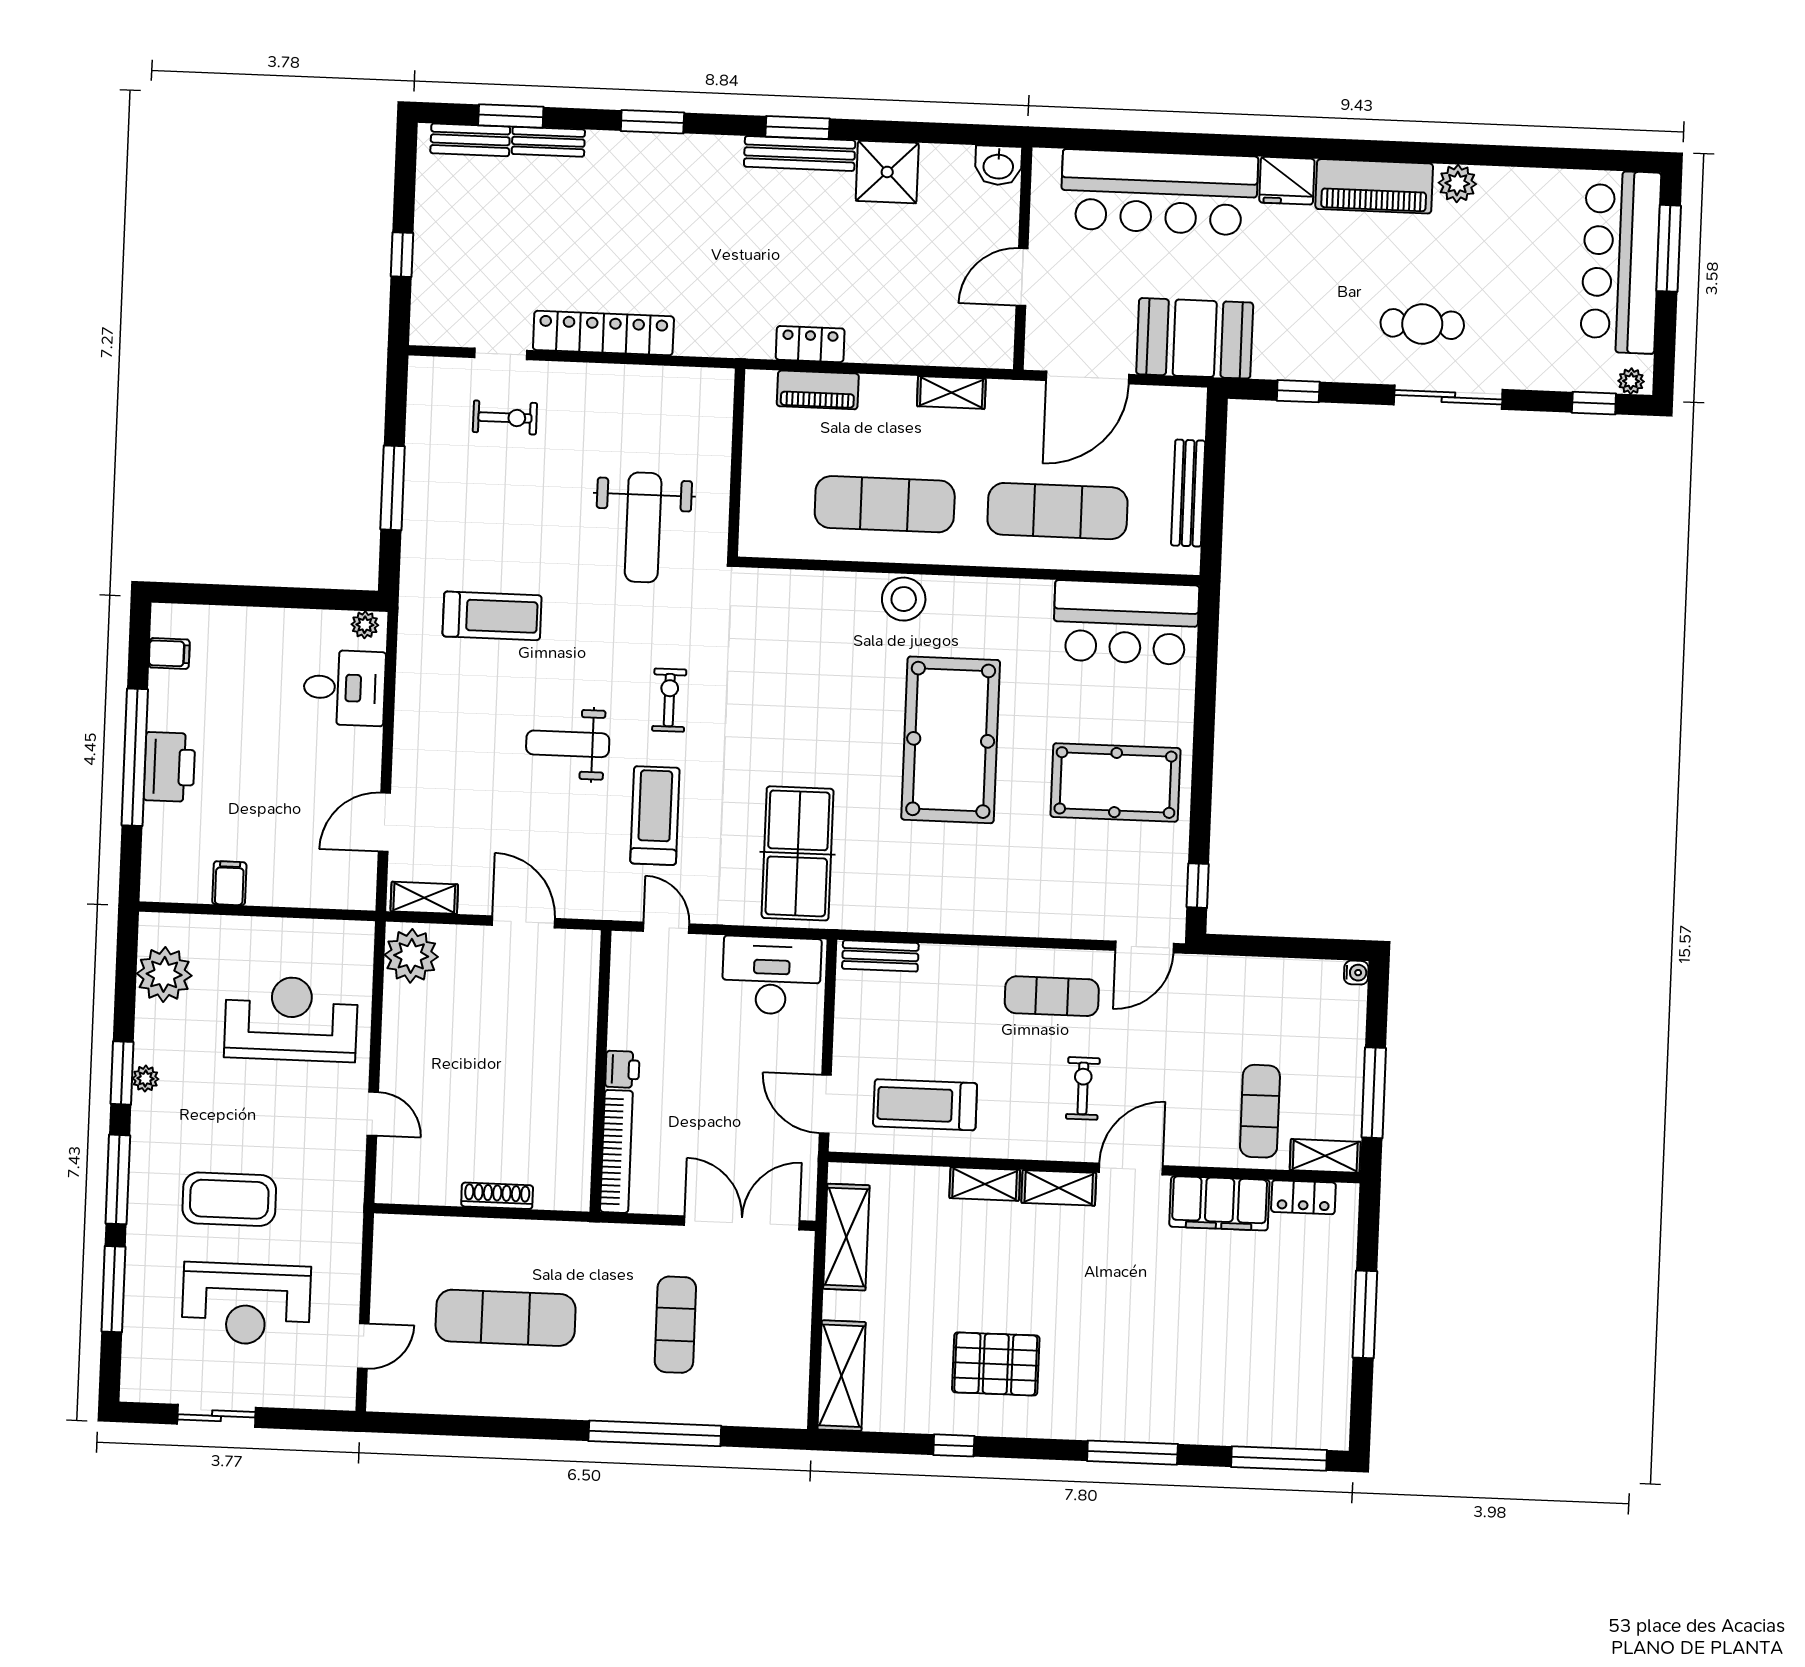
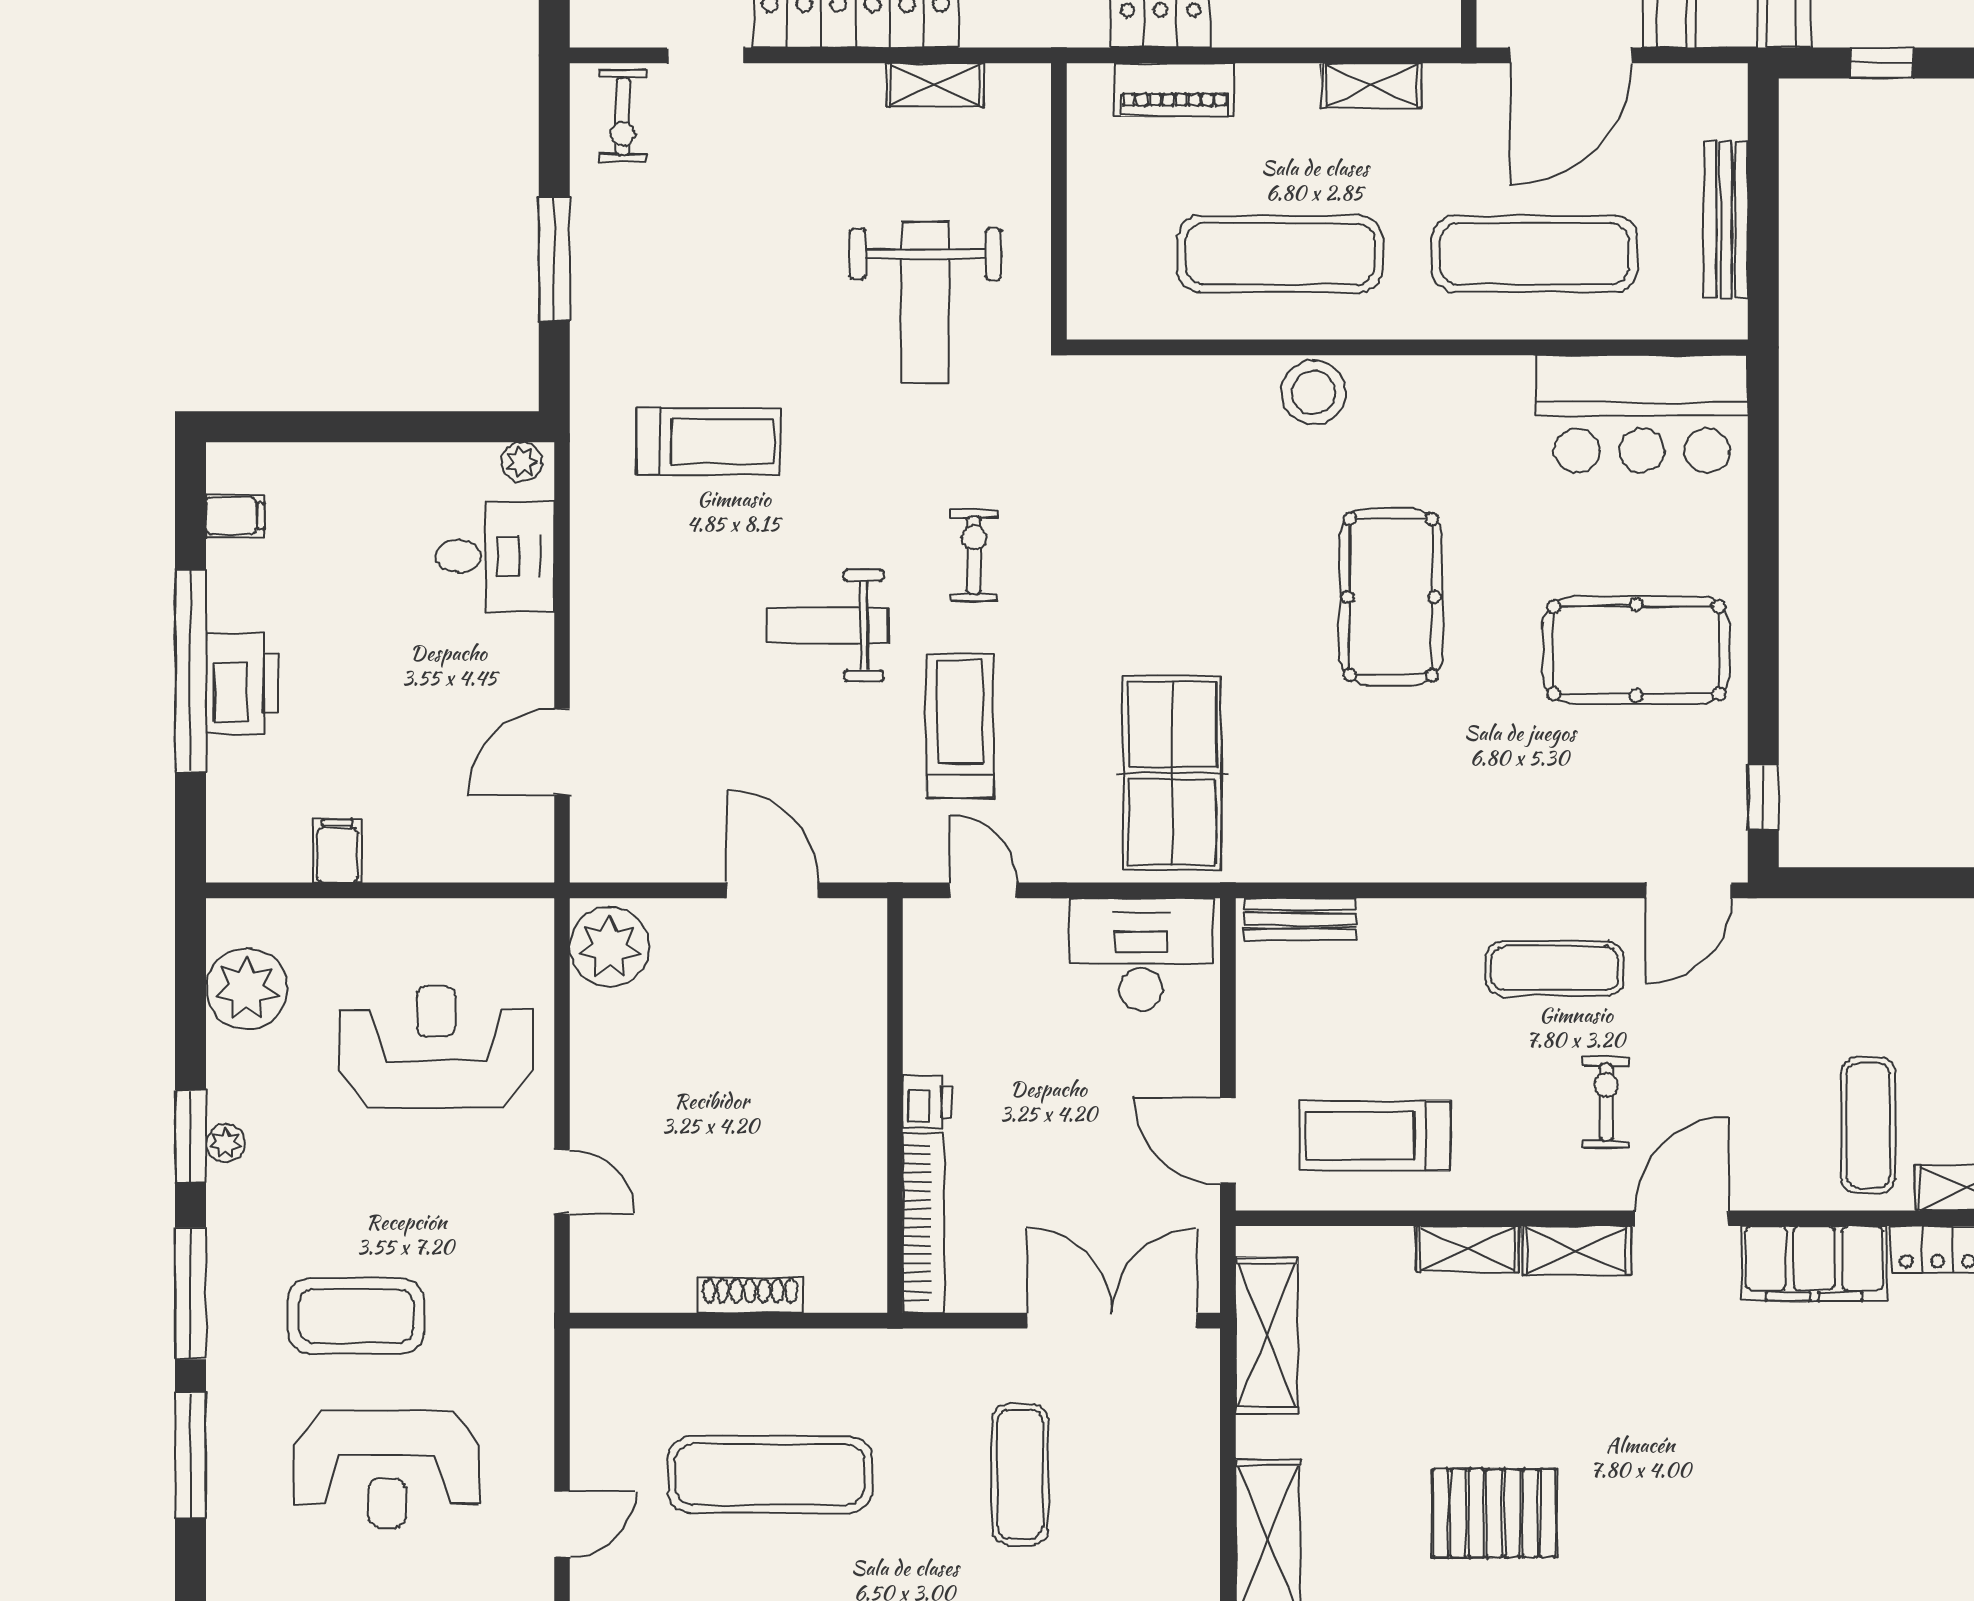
exercise bike: (505, 418) -> (623, 116), moved, turned 90
pool table: (951, 740) -> (1391, 597), width x0.73, depth x0.76
shelving: (424, 898) -> (935, 85), moved

